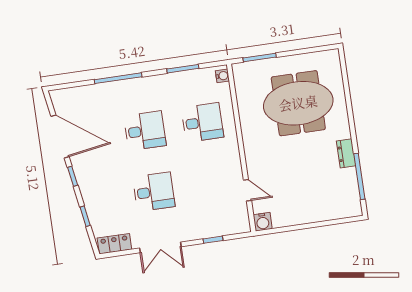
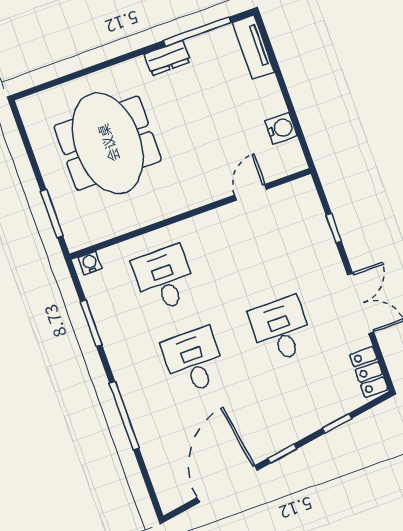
tv unit: (342, 211) -> (253, 47), added
water cooler: (263, 222) -> (281, 128), moved

